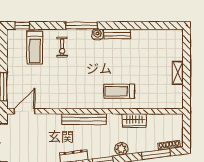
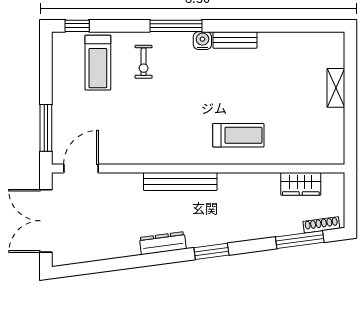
shelving: (178, 73) -> (336, 88), moved
treadmill: (119, 91) -> (238, 135), turned 180
wardrobe: (134, 121) -> (301, 184), moved
plant: (121, 149) -> (242, 231), removed

